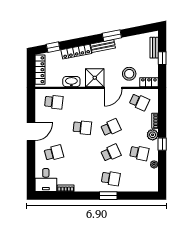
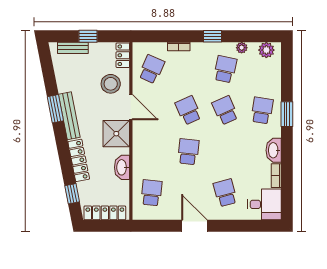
bench: (103, 46) -> (69, 116), width x1.36
plant: (153, 135) -> (266, 50), moved
washbasin: (83, 186) -> (274, 150), added

